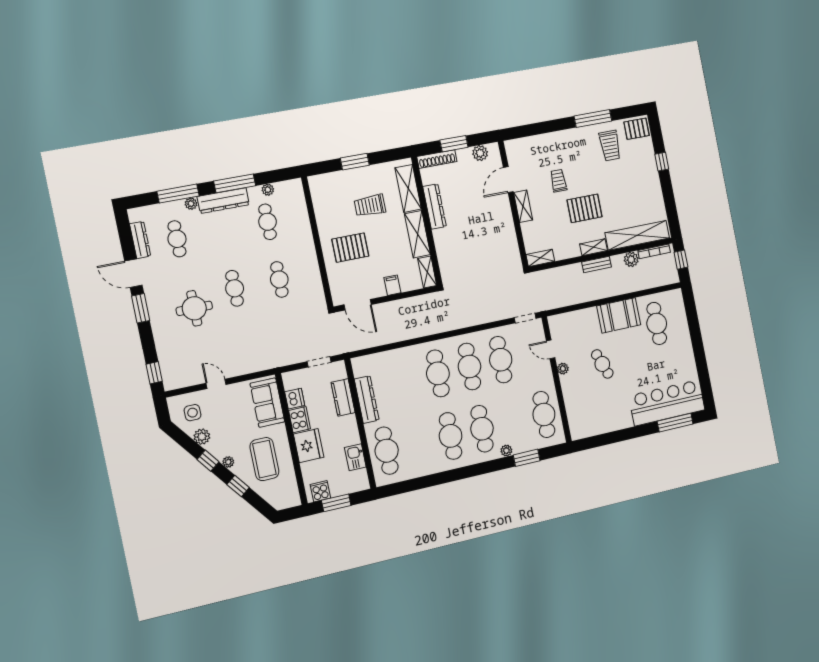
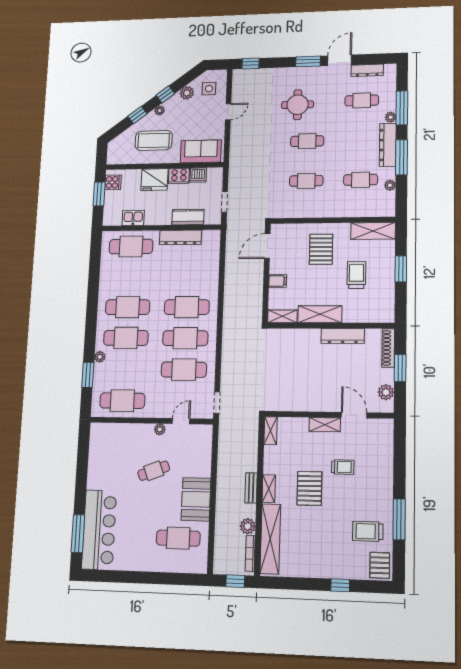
shelving: (408, 188) -> (373, 231), moved

